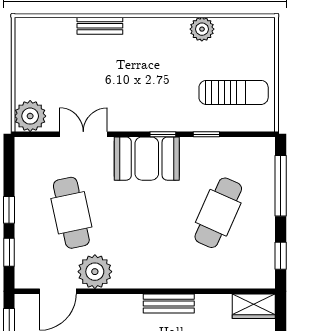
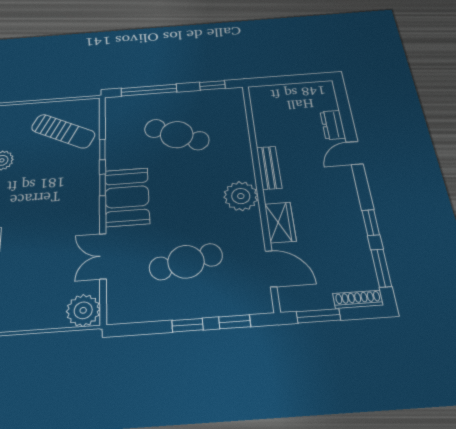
sun lounger: (234, 92) -> (63, 131), turned 117
plant: (95, 272) -> (241, 196), moved
wardrobe: (254, 306) -> (280, 222), moved

